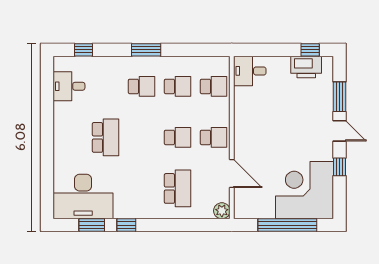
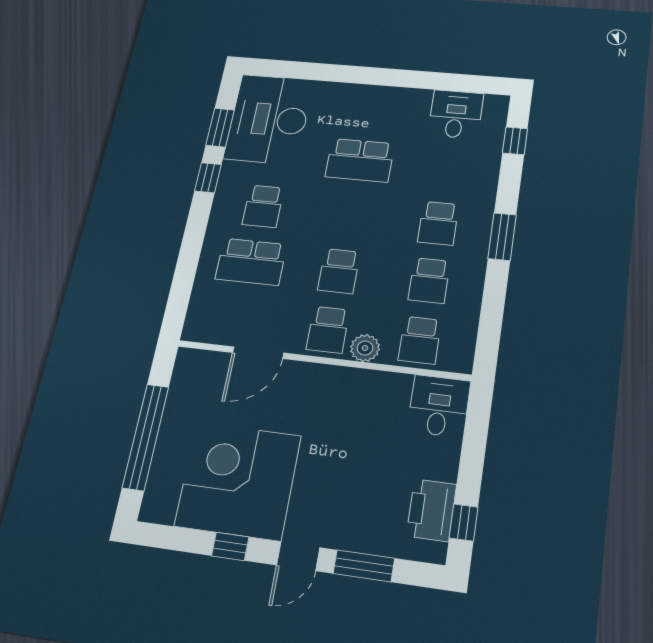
school desk: (142, 188) -> (263, 206), added
corner desk: (304, 190) -> (238, 481), moved, turned -90
plant: (222, 211) -> (365, 348), moved

